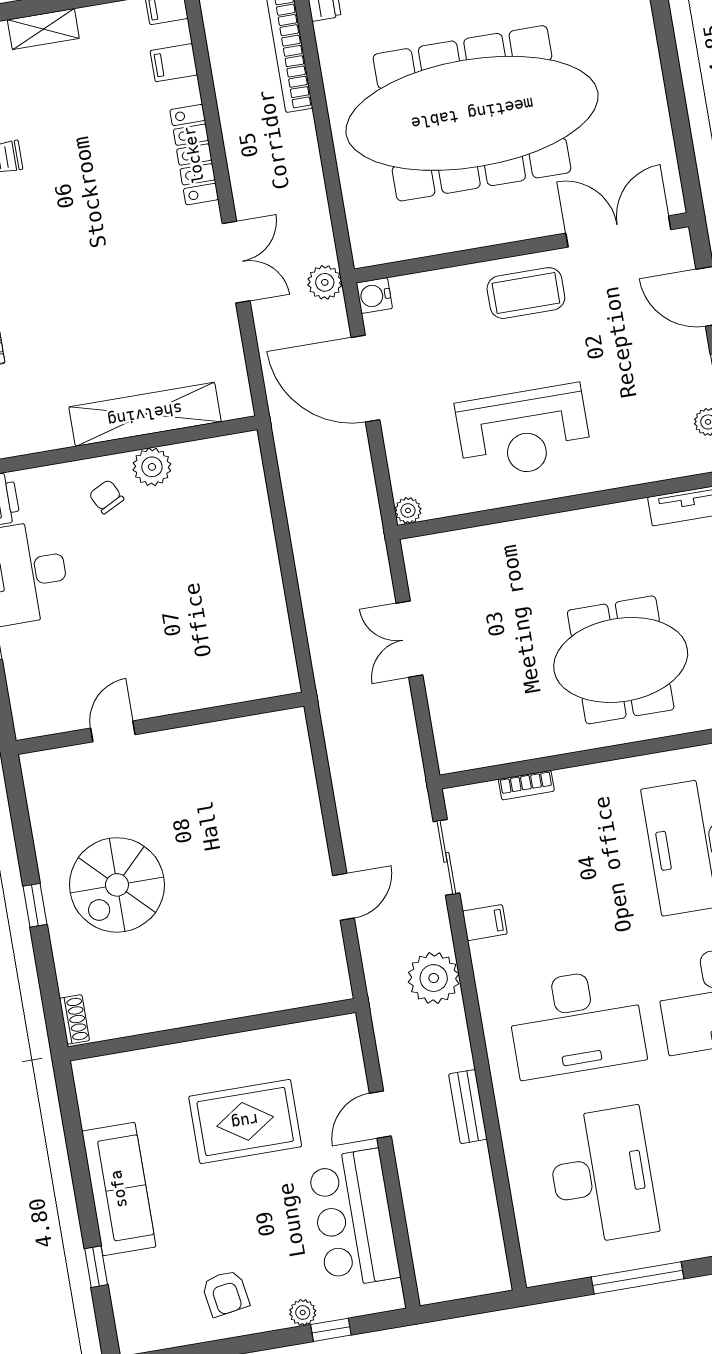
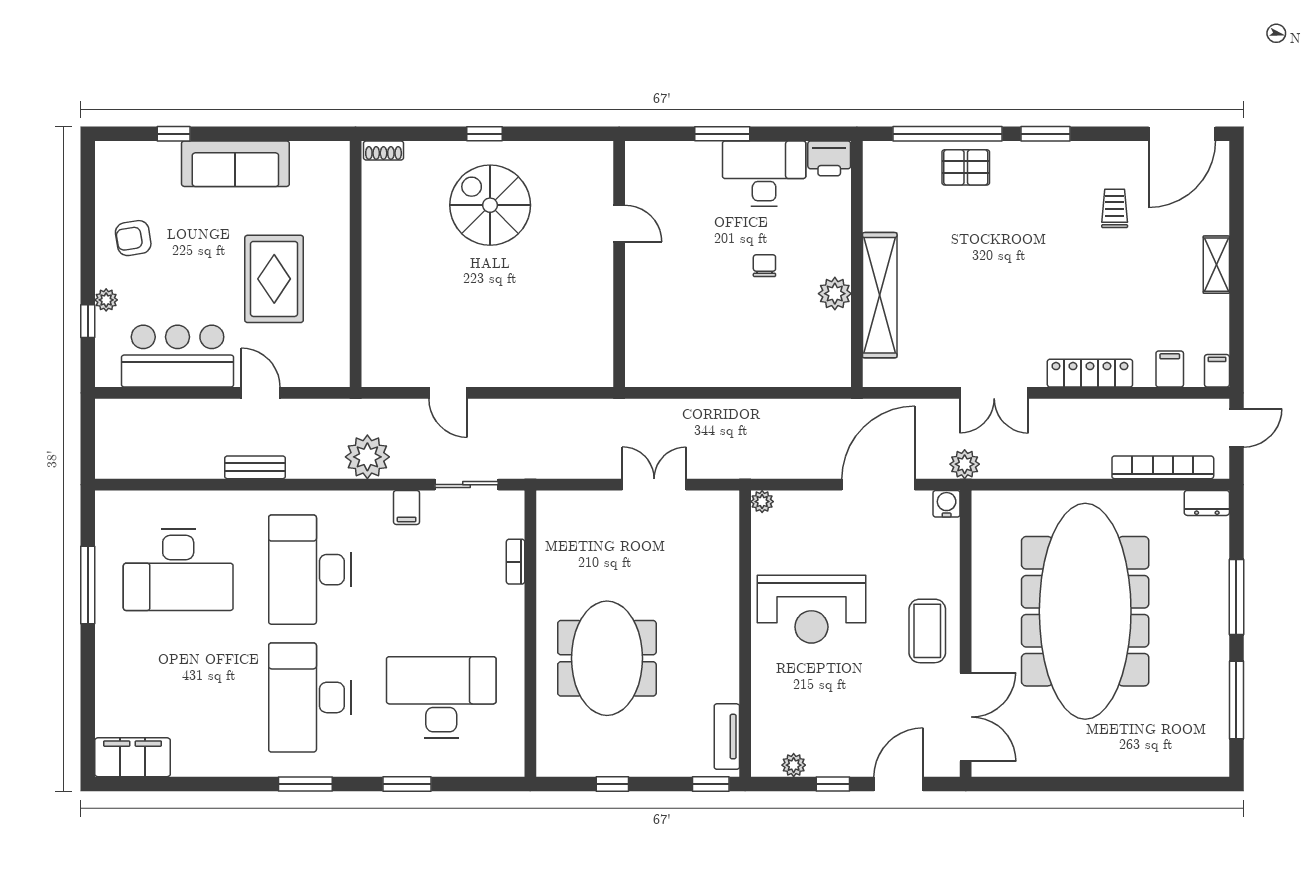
reception desk: (523, 432) -> (811, 609), turned -90
chair: (106, 497) -> (764, 266), moved, turned -63

